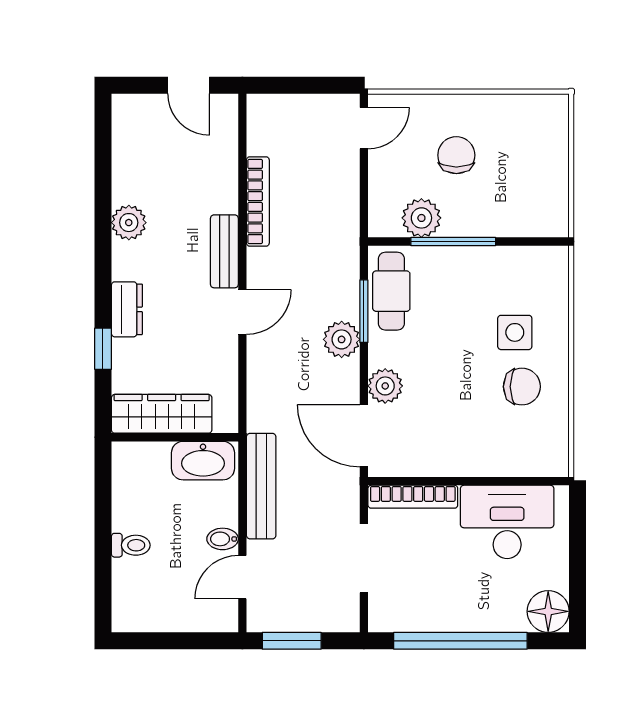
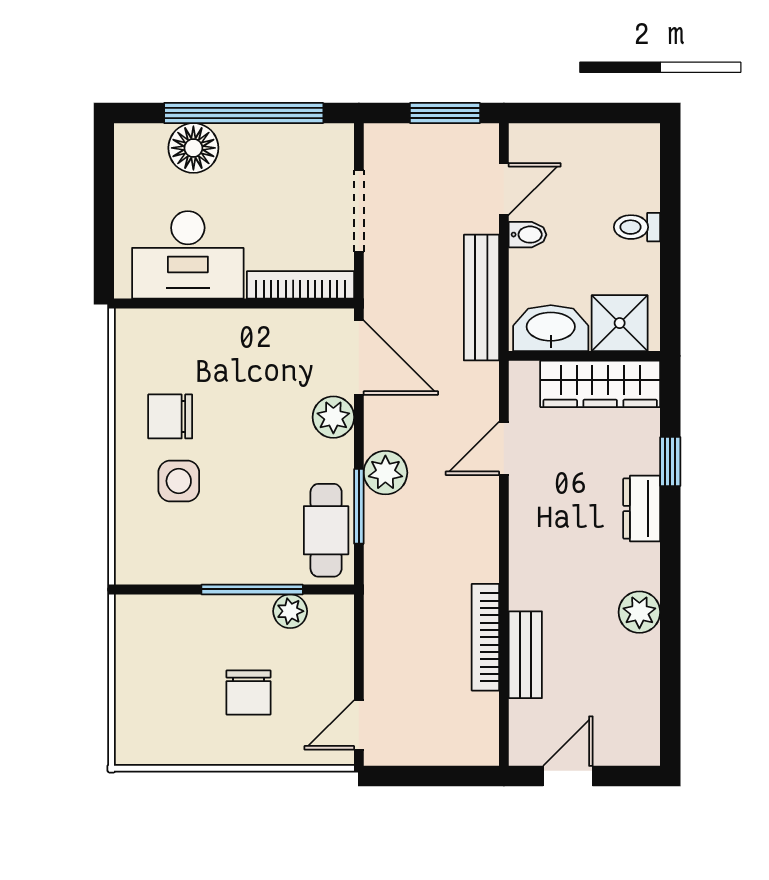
door: (189, 85) -> (568, 776), hinge flipped
plant: (421, 218) -> (290, 611), width x0.73, depth x0.73
bench: (224, 251) -> (525, 655), moved
door: (242, 312) -> (504, 448), moved
shower: (145, 465) -> (620, 323), added
floor lamp: (548, 611) -> (193, 148), moved

